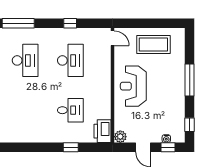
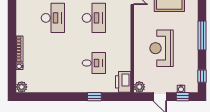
reception desk: (133, 86) -> (162, 48), moved

